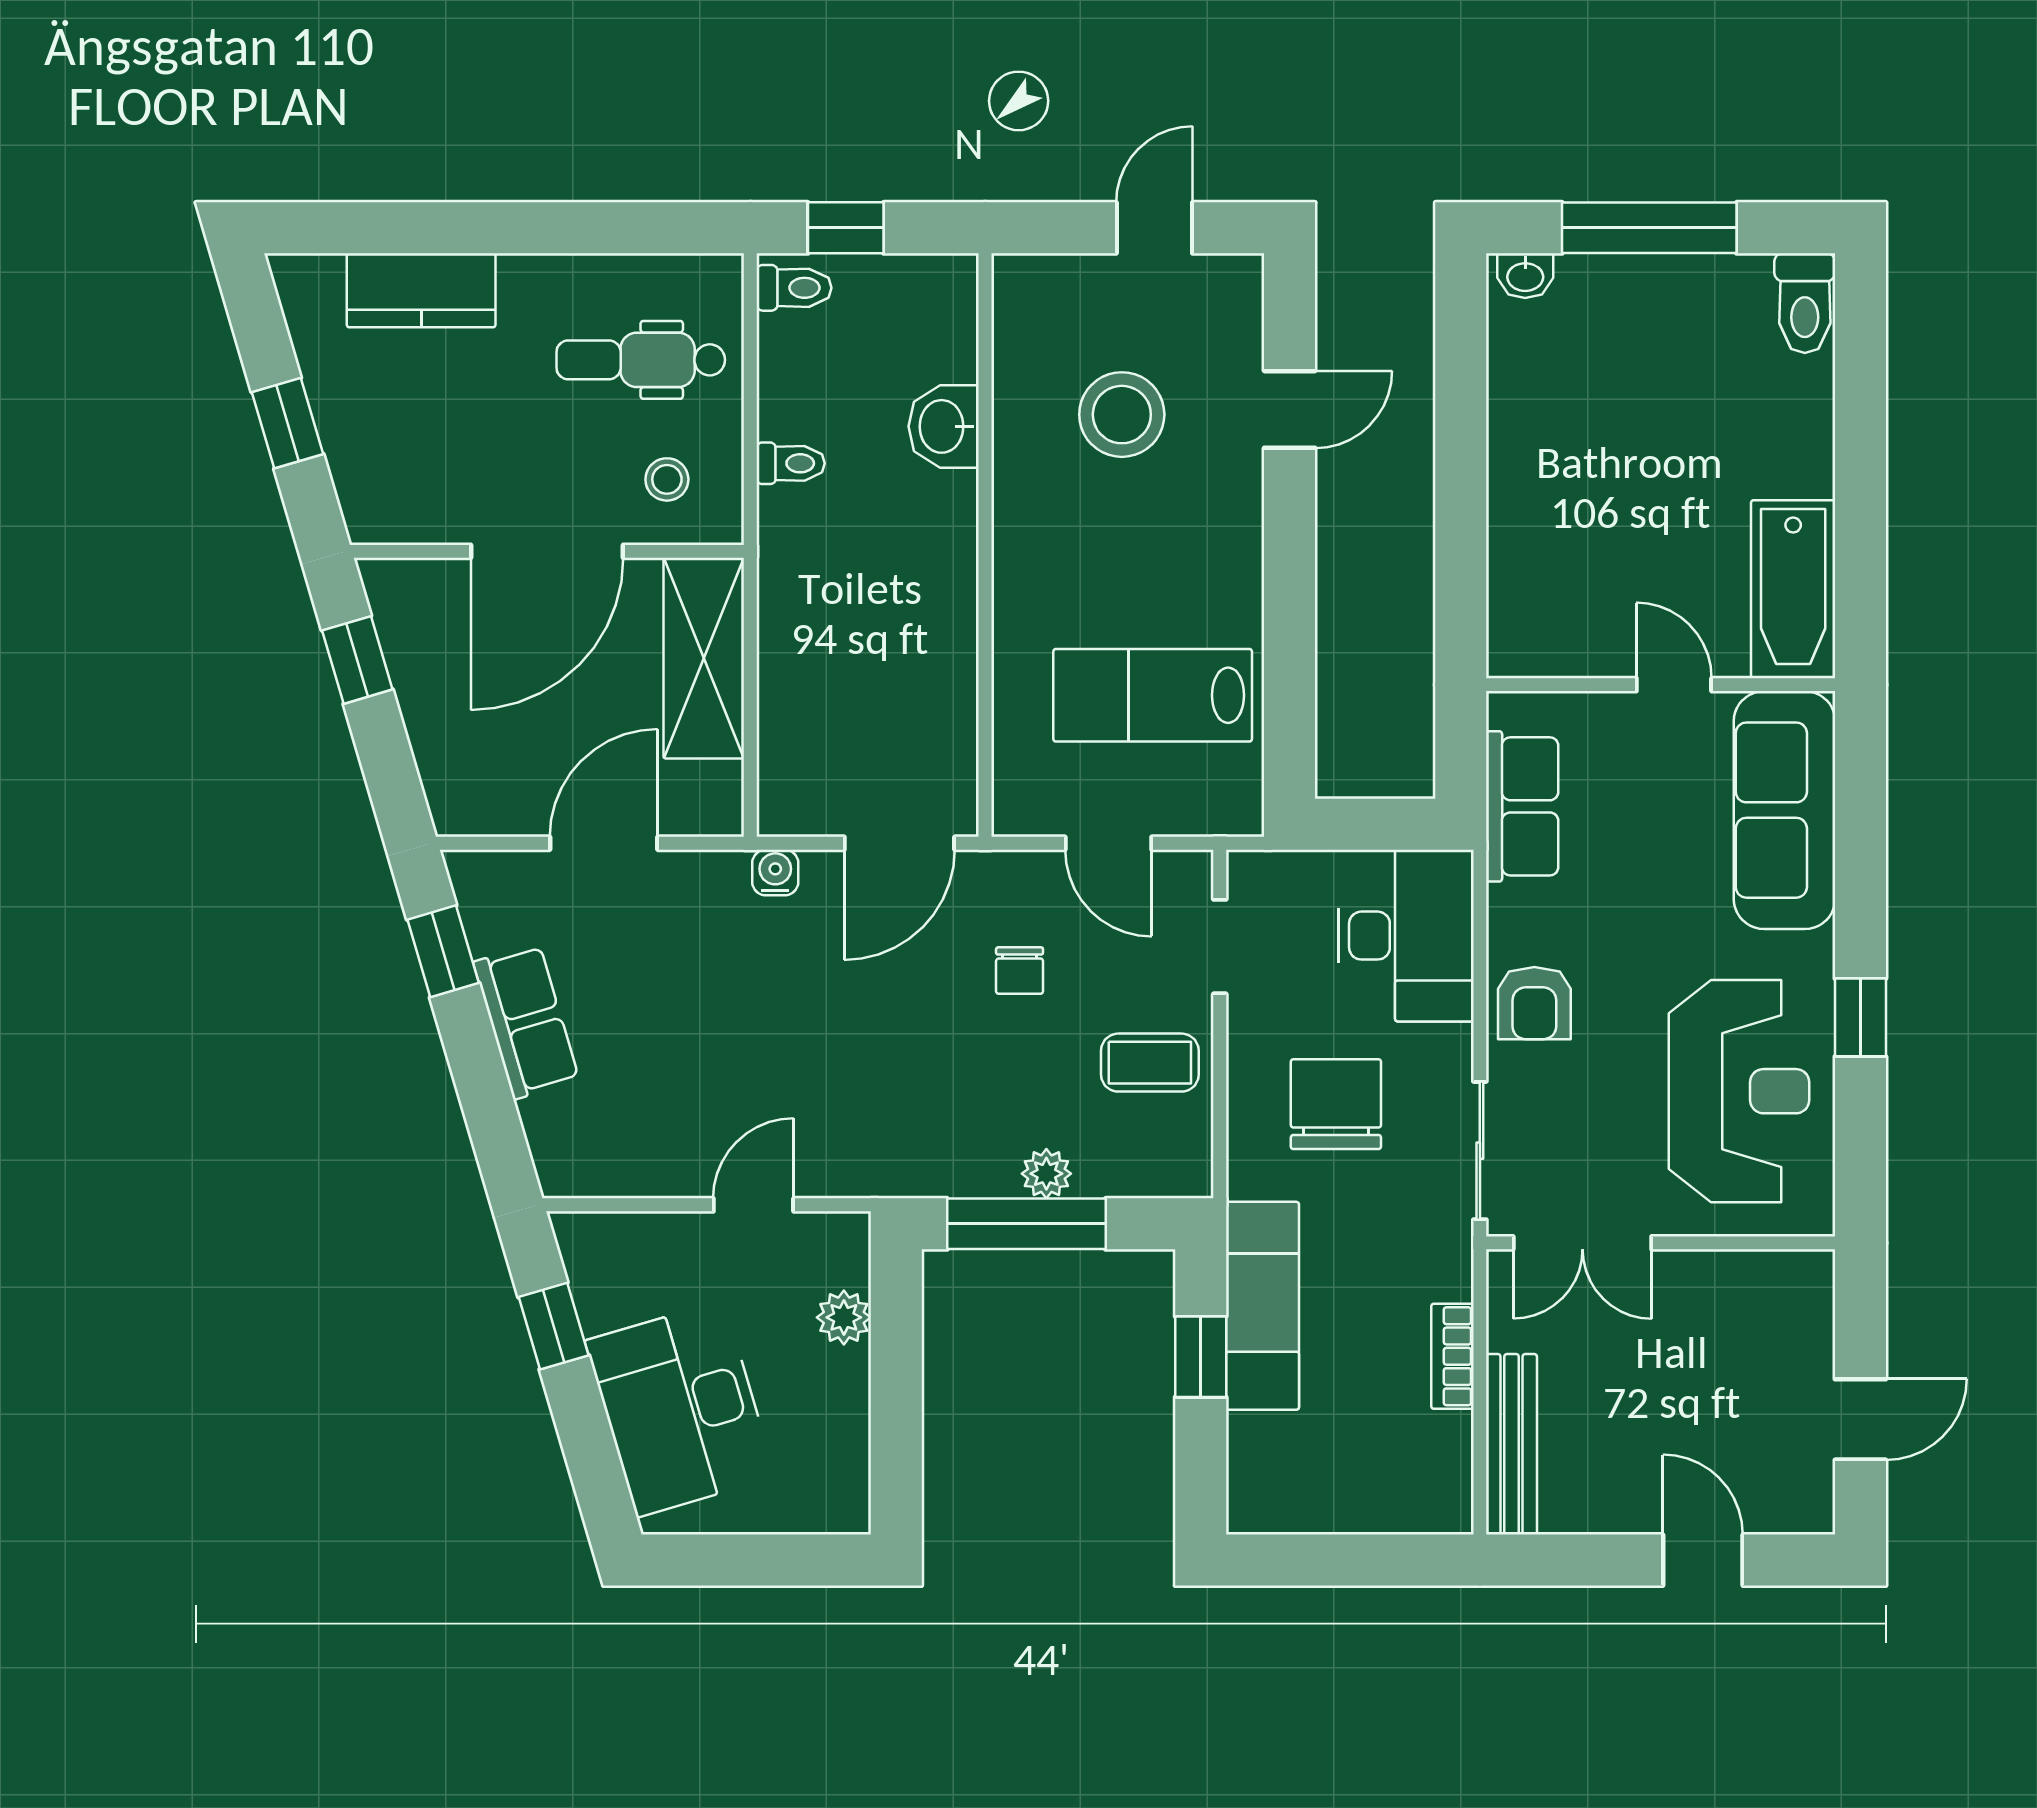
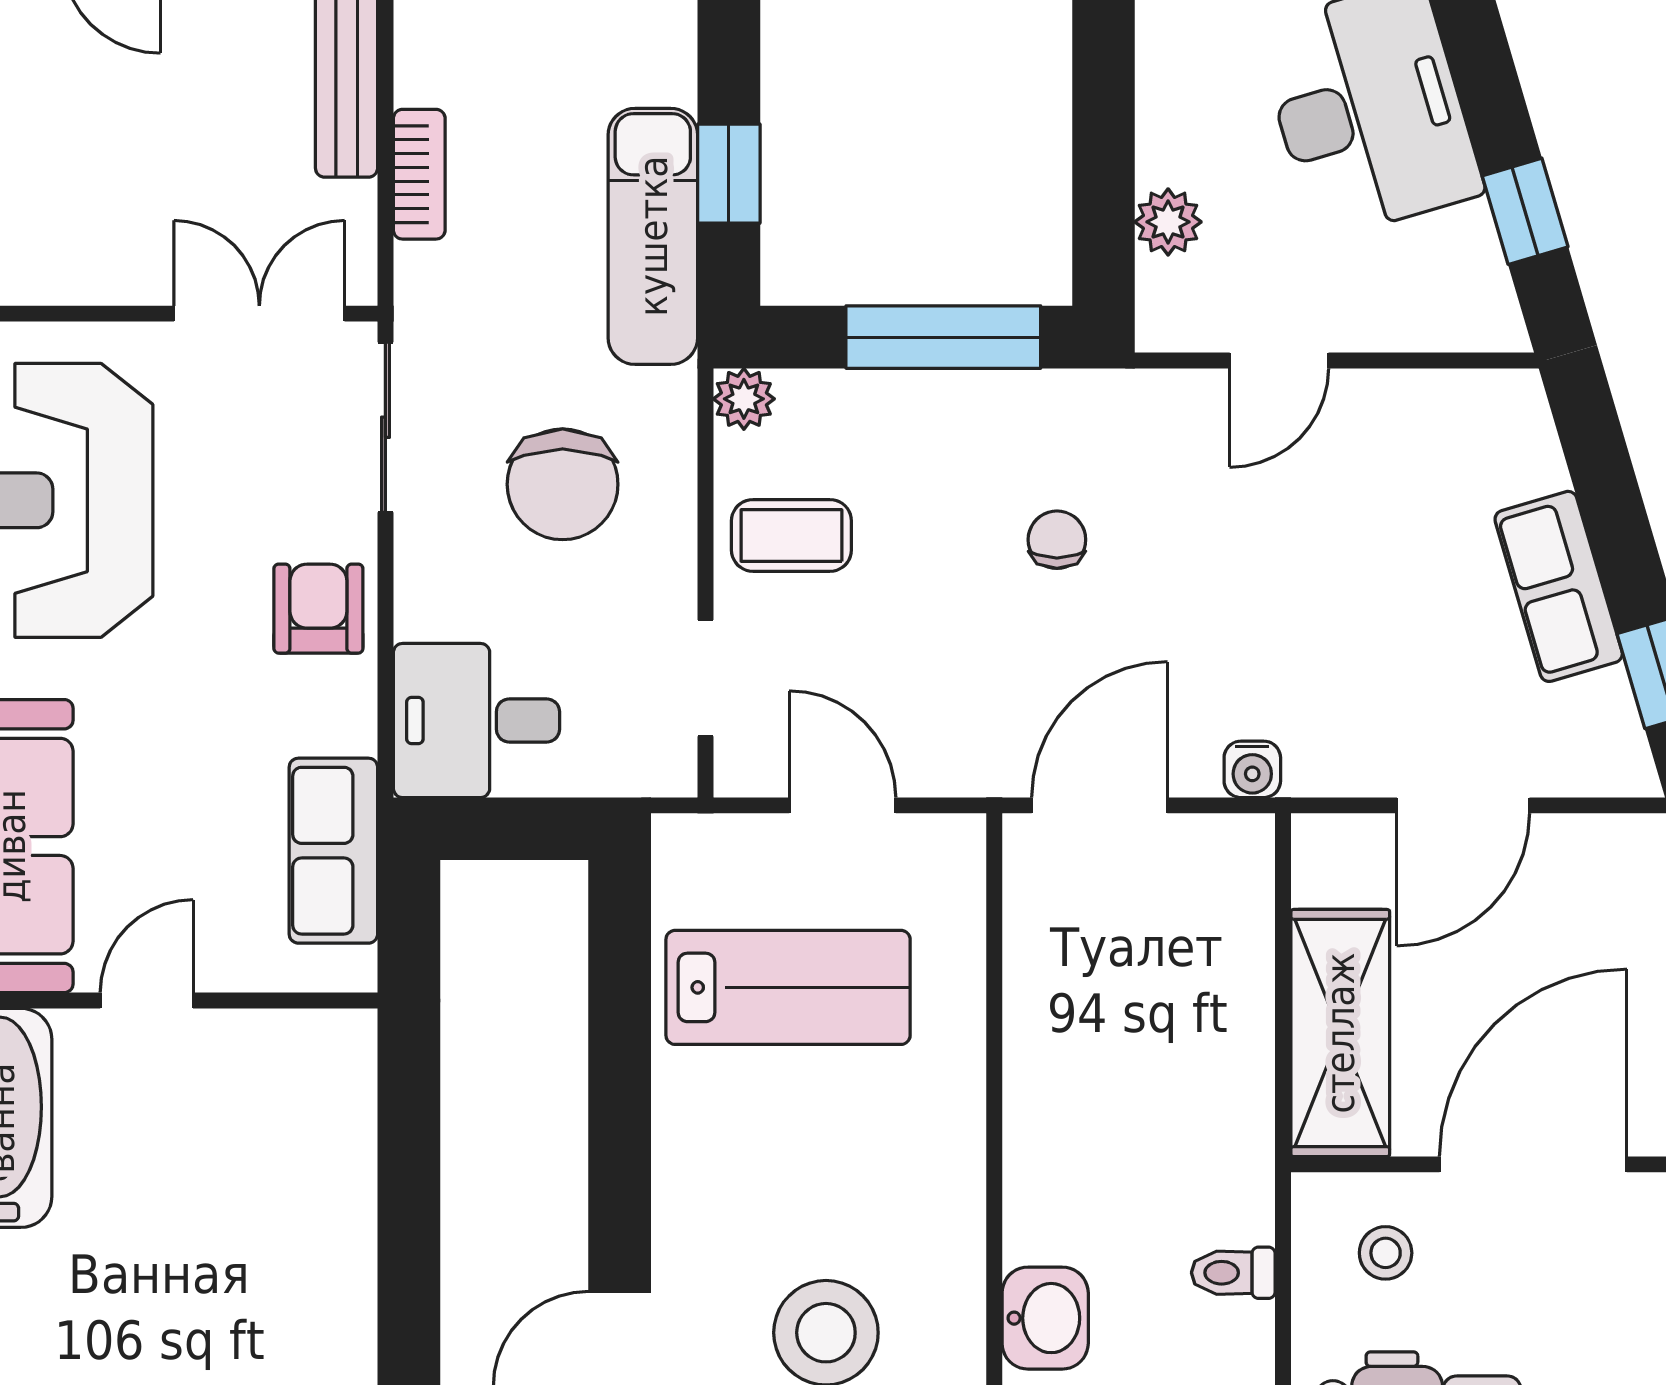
door: (1674, 685) -> (147, 1000), swing flipped
desk: (1406, 936) -> (476, 720), width x0.73
chair: (1020, 971) -> (1057, 540), moved
plant: (1046, 1174) -> (744, 399), moved

